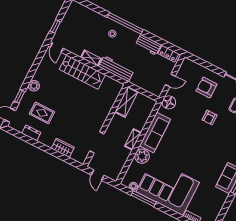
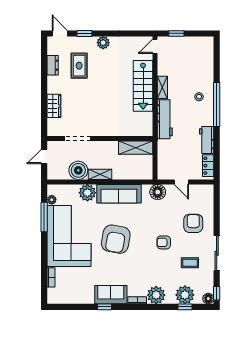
armchair: (188, 153) -> (116, 239), added
boiler: (121, 154) -> (78, 170), added

